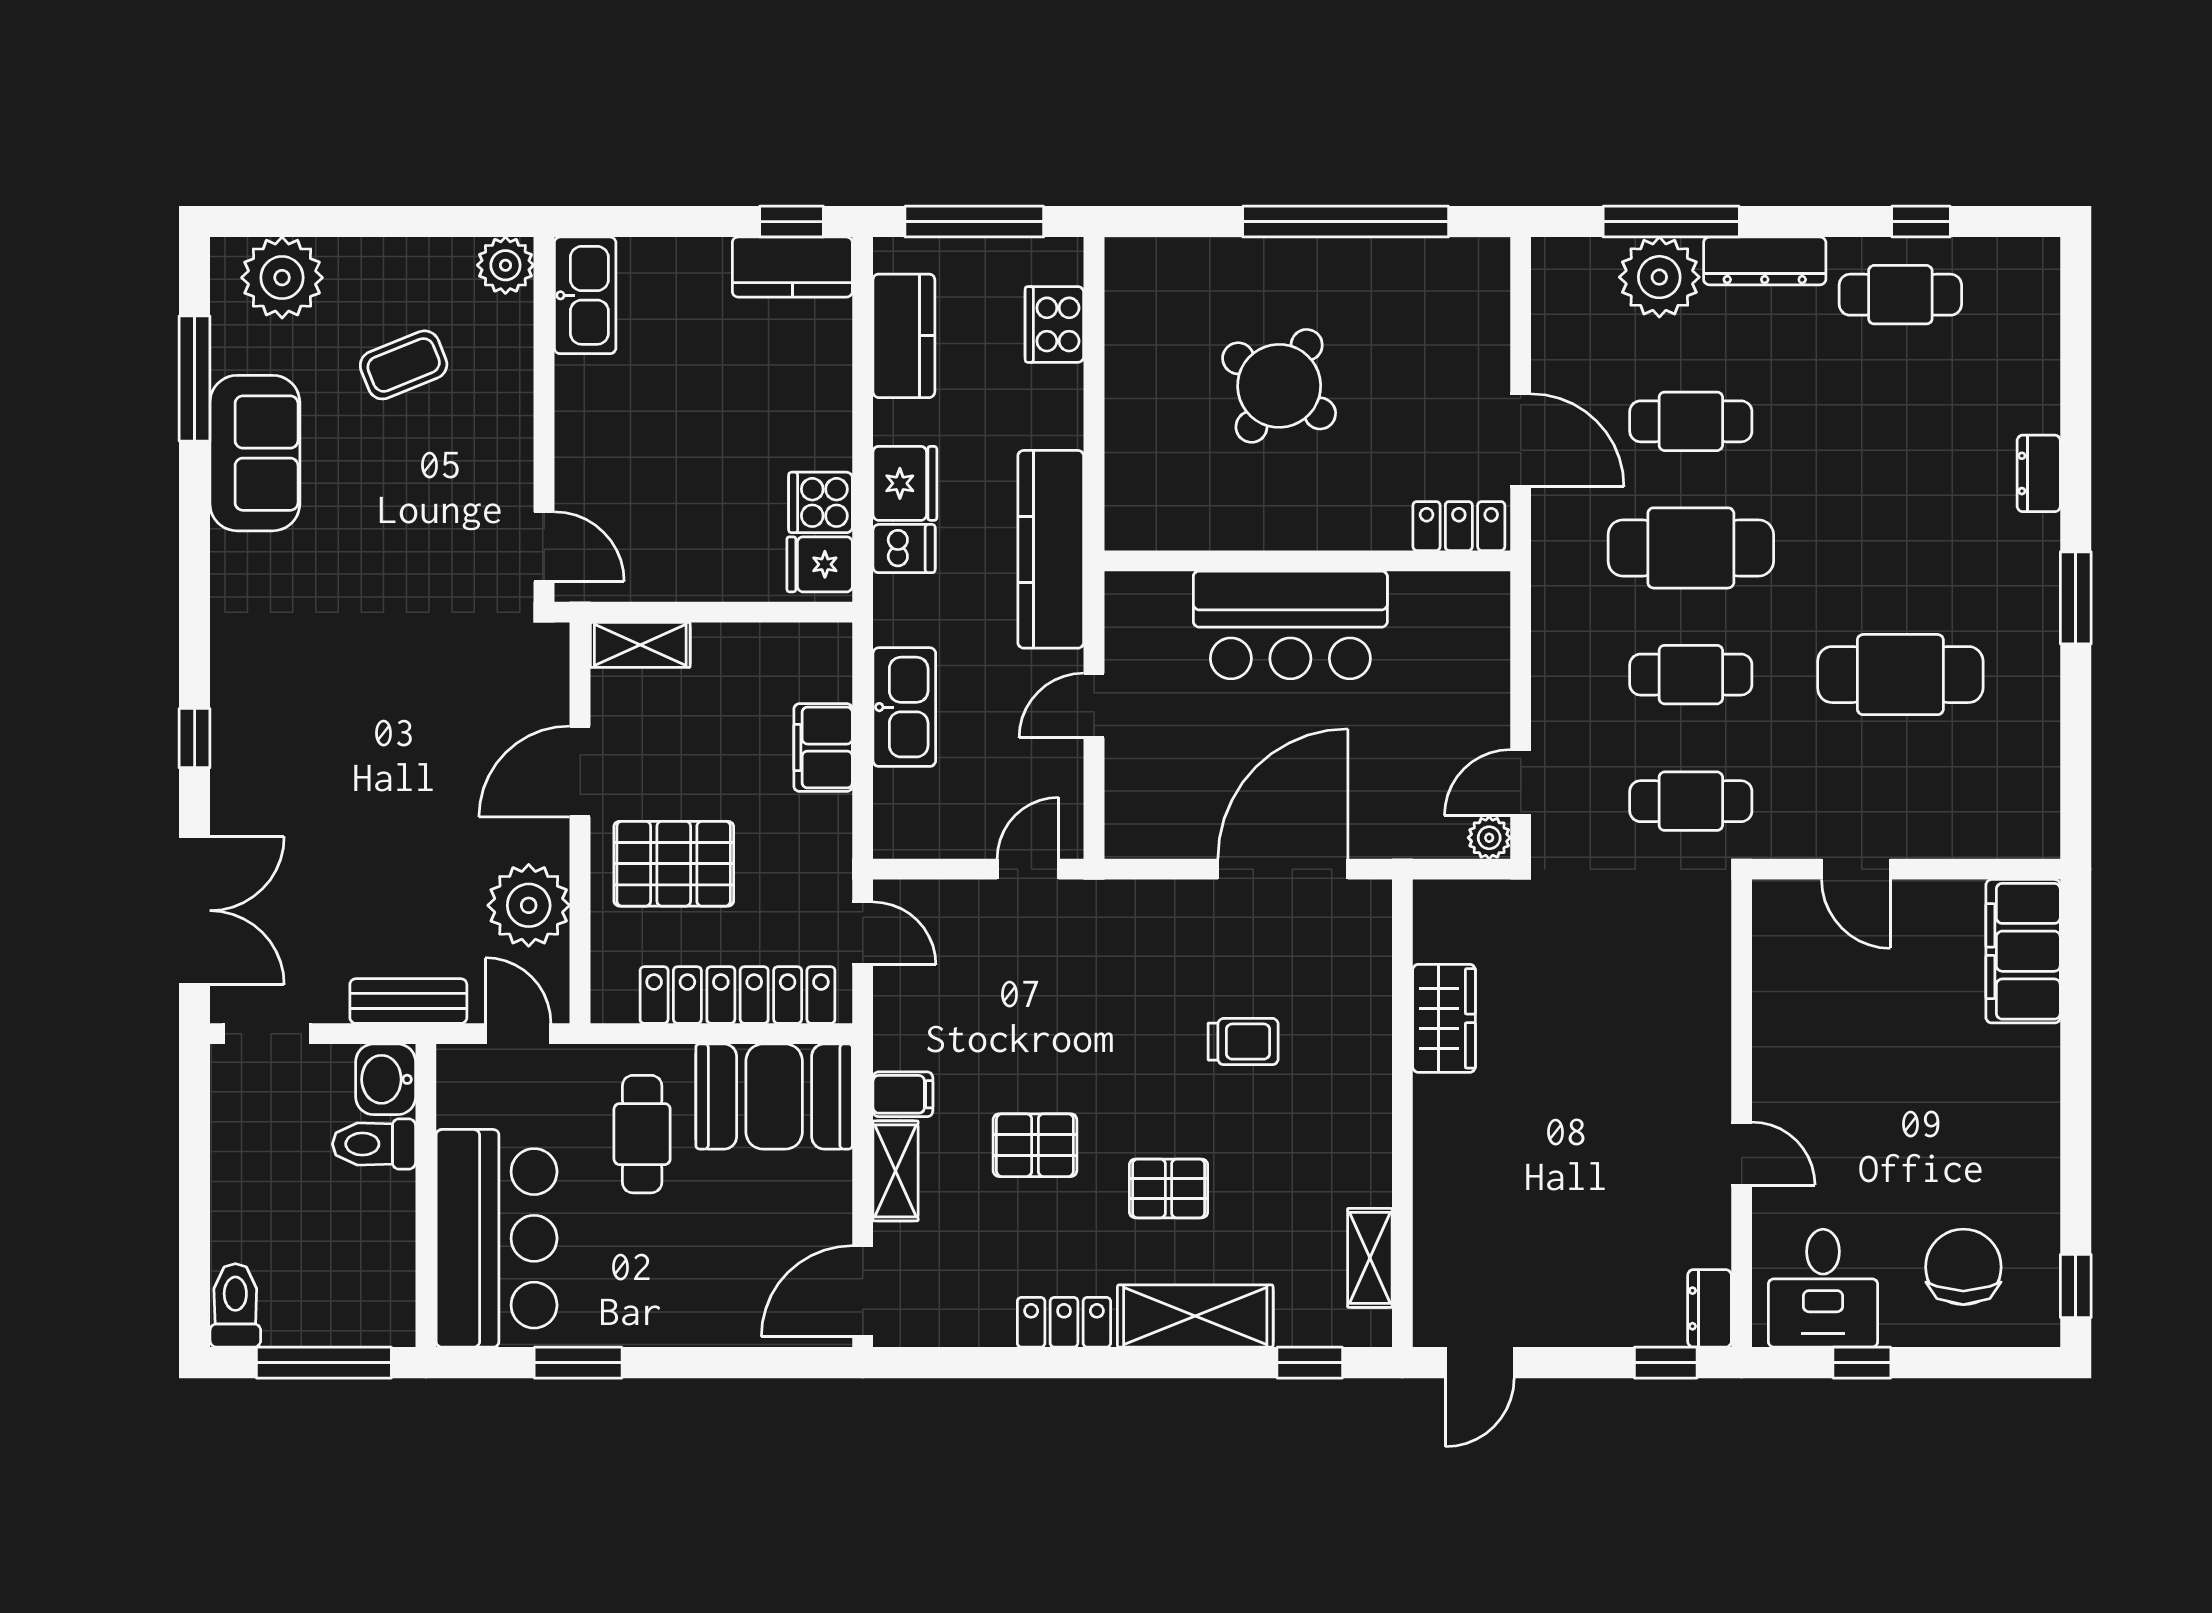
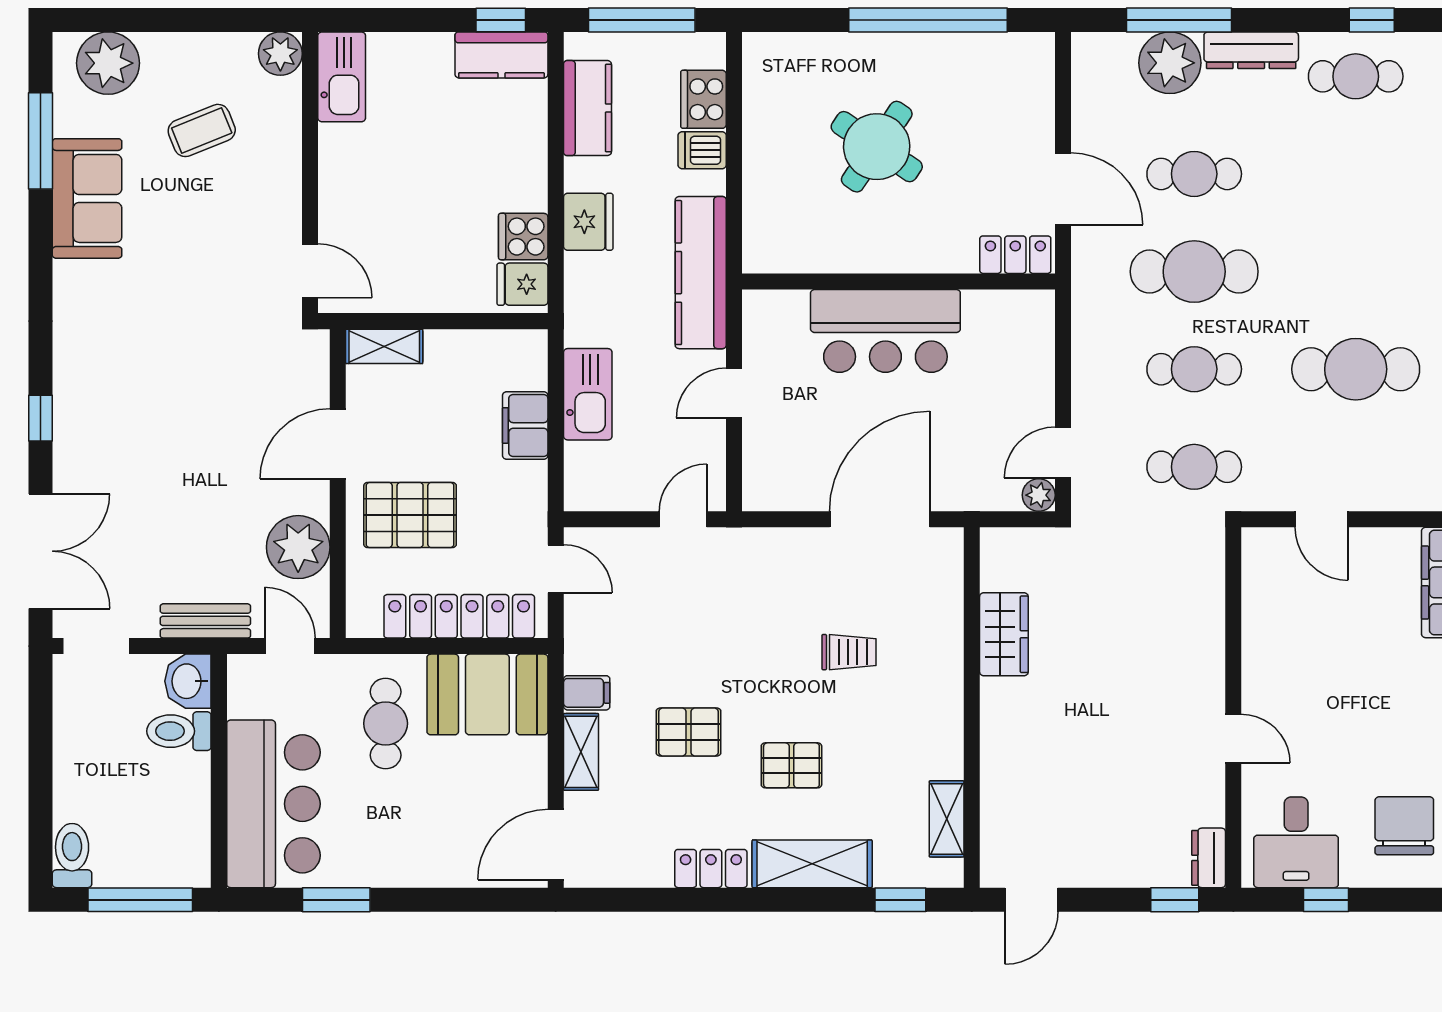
dishwasher: (904, 549) -> (702, 150), moved, turned 180

